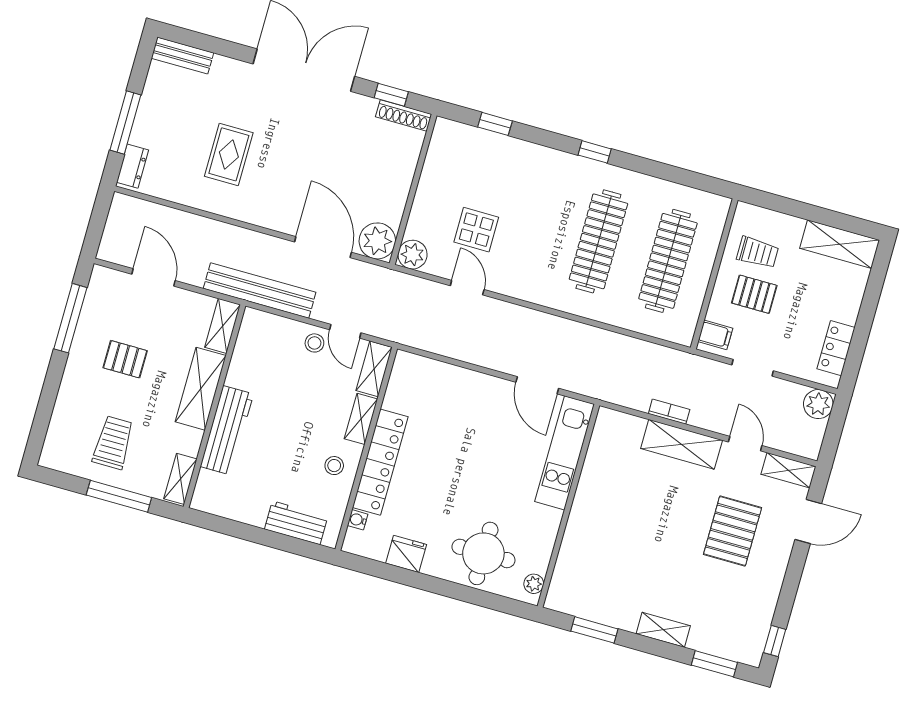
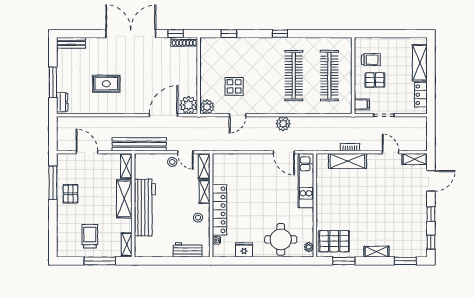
rug: (229, 154) -> (106, 84), turned 90
shelving: (840, 244) -> (420, 63), moved, turned 90
door: (323, 247) -> (164, 115), hinge flipped
door: (467, 288) -> (238, 115), swing flipped
pallet: (125, 359) -> (70, 194), moved, turned 90
plant: (818, 404) -> (283, 124), moved
workbench: (227, 430) -> (145, 208), width x1.36, depth x1.32
shelving: (682, 444) -> (347, 161), moved
pallet: (733, 531) -> (334, 241), moved, turned 90
window: (790, 586) -> (431, 214), added

